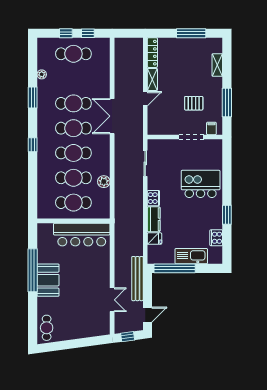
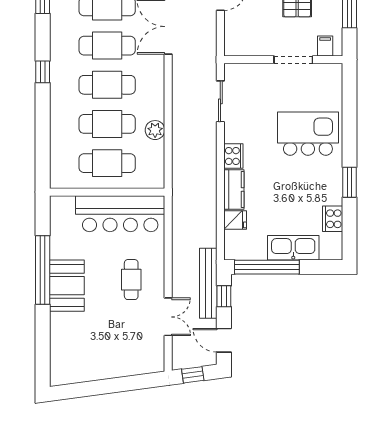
window: (147, 287) -> (224, 296), added
door: (147, 315) -> (224, 340), swing flipped
cafe table: (47, 328) -> (131, 280), moved

